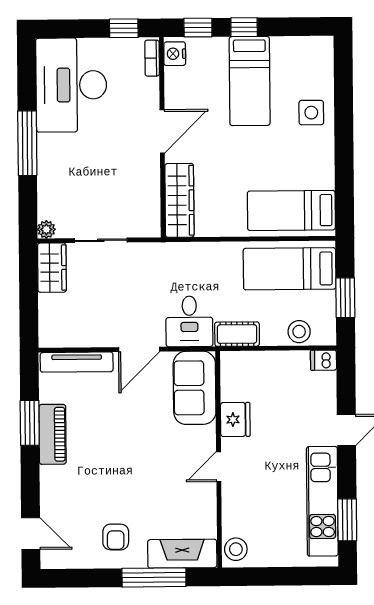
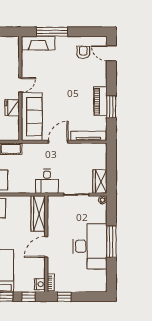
desk: (71, 85) -> (90, 246), moved
desk: (189, 321) -> (47, 181), moved, turned 180
sofa: (195, 388) -> (32, 117), width x1.36
armchair: (116, 537) -> (83, 52), moved
stool: (236, 549) -> (12, 45), removed

